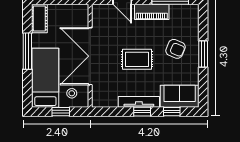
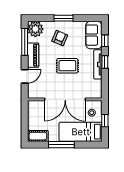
plant: (188, 15) -> (35, 29), added
rug: (137, 59) -> (67, 66), turned 90

